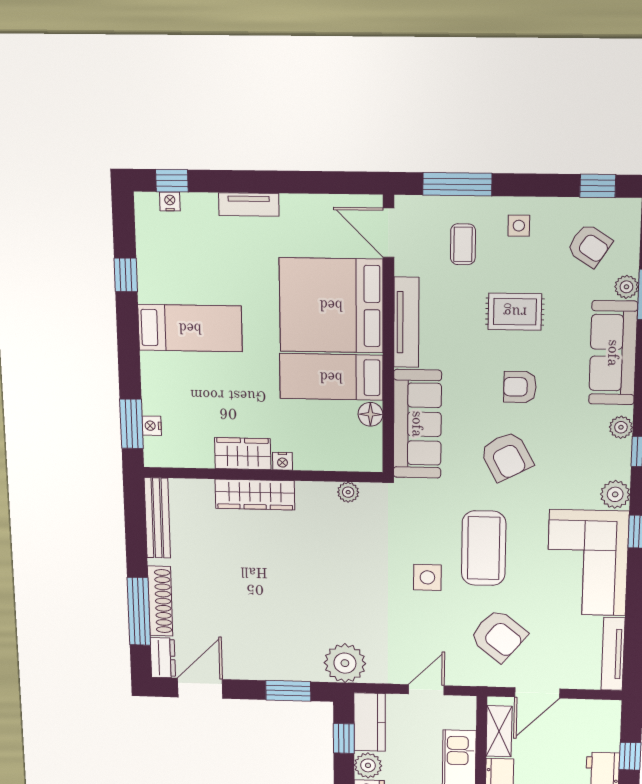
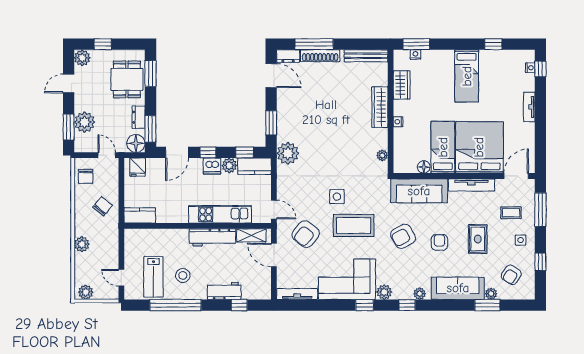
window: (598, 186) -> (540, 262), moved
wardrobe: (243, 454) -> (402, 85), moved
door: (426, 690) -> (274, 210), moved

